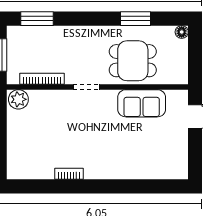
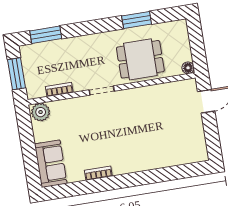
floor lamp: (182, 32) -> (188, 68), moved
bookcase: (42, 79) -> (59, 89), width x0.64
sofa: (142, 103) -> (51, 164), moved, turned -90

